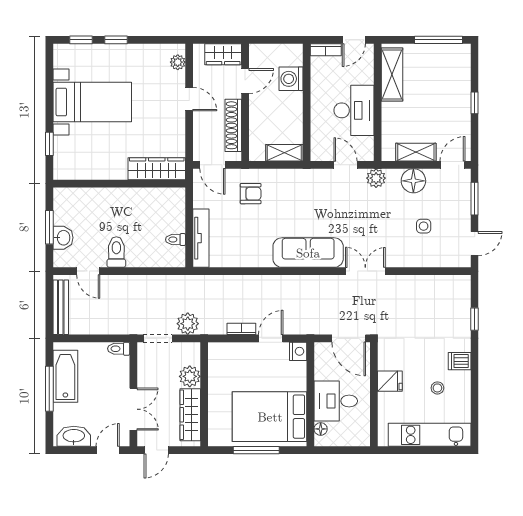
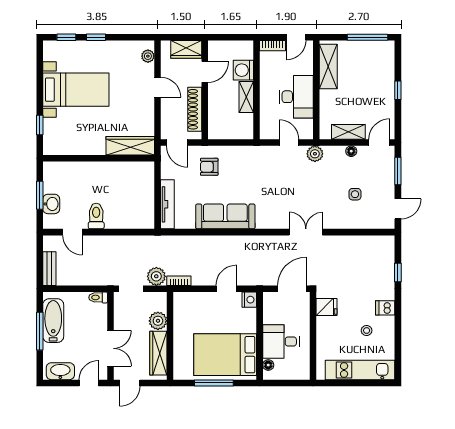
shelving: (284, 153) -> (246, 97), moved, turned 90
floor lamp: (413, 181) -> (351, 151), width x0.53, depth x0.53
armchair: (251, 194) -> (209, 167), turned 180
toilet: (176, 240) -> (146, 205), removed
sofa: (308, 253) -> (225, 216), moved
bench: (61, 307) -> (49, 269), width x0.73
bookcase: (241, 329) -> (179, 281), moved
door: (349, 338) -> (292, 289), swing flipped
fridge: (390, 381) -> (327, 307), moved

